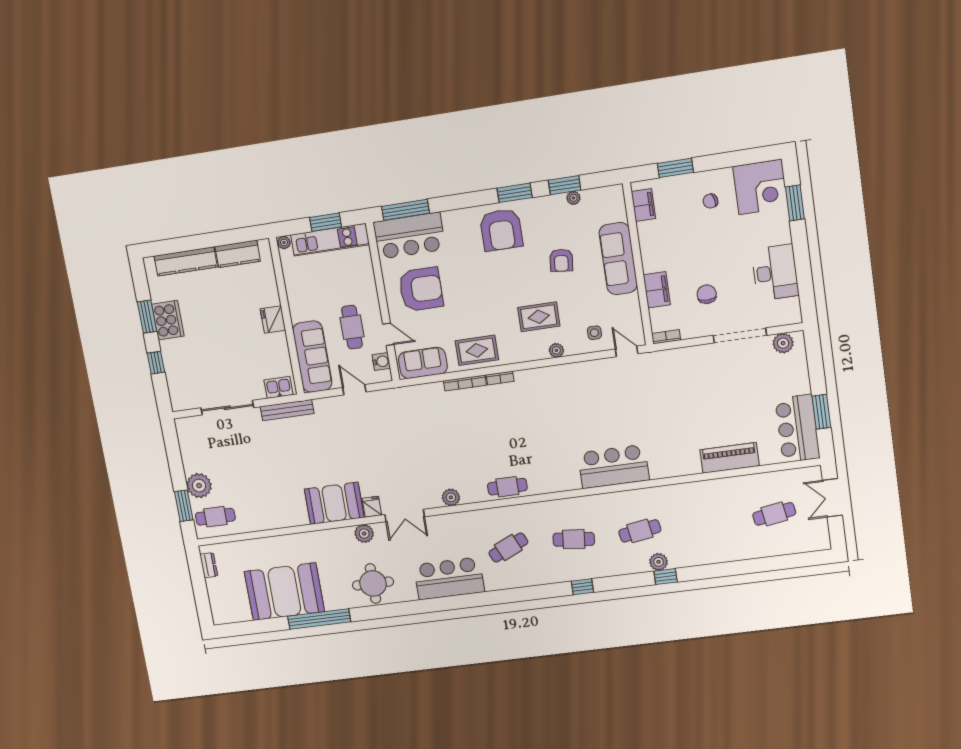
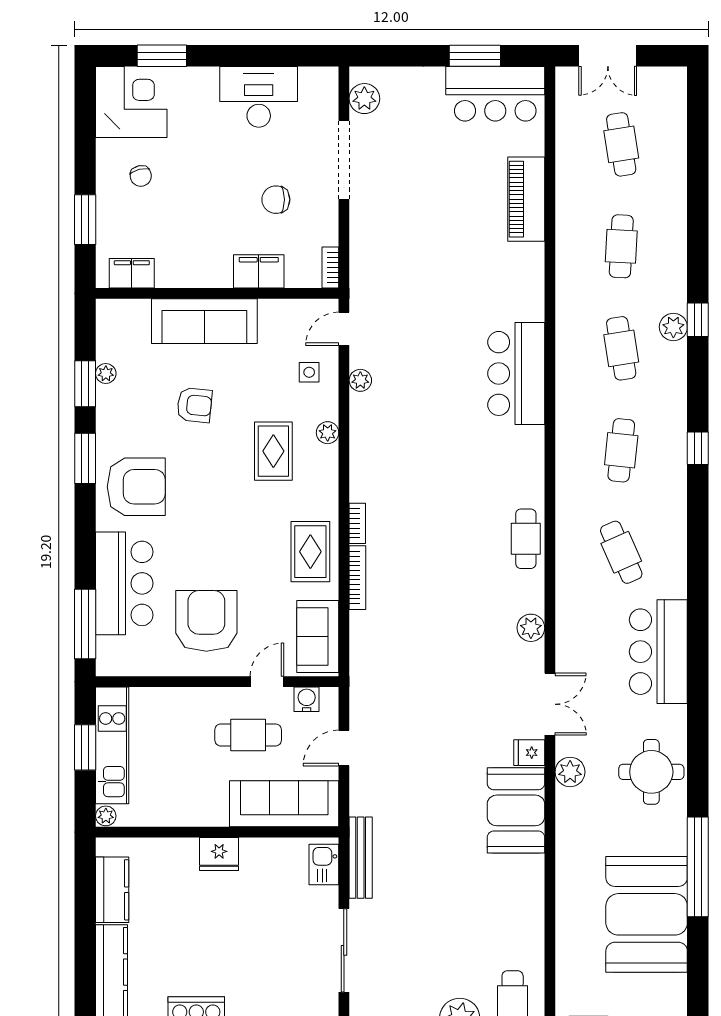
bar counter: (409, 236) -> (124, 583), moved
plant: (594, 367) -> (360, 380), added
cafe table: (707, 522) -> (621, 246), added

